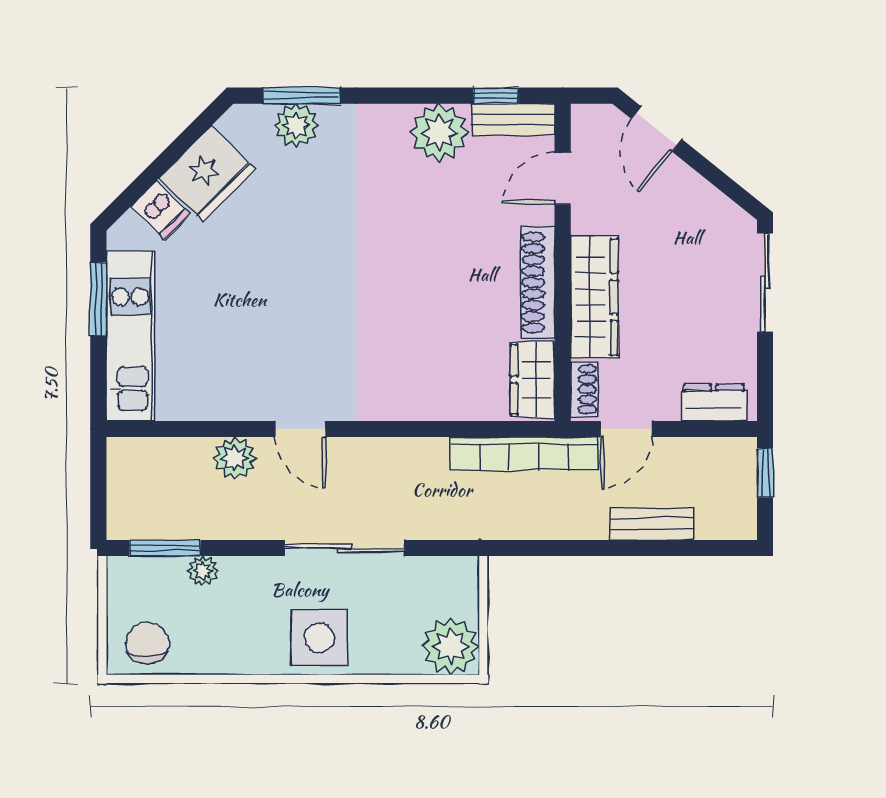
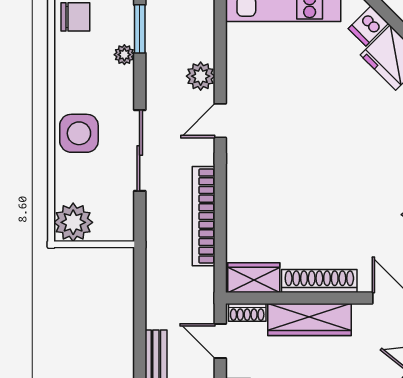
bookcase: (524, 454) -> (204, 216), moved

